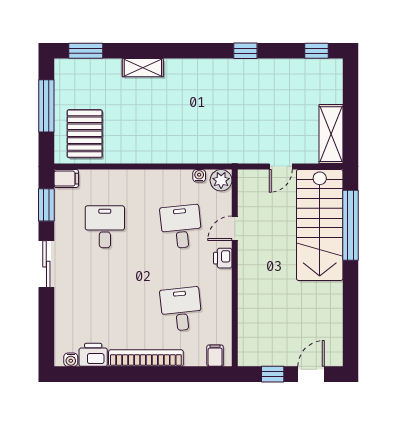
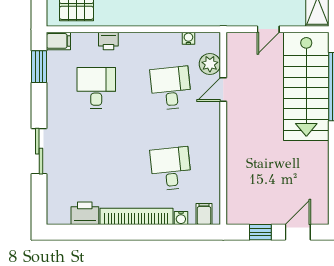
plant: (221, 180) -> (210, 64), moved
printer: (223, 258) -> (108, 41), moved, turned -90
sliding door: (46, 264) -> (39, 151), moved
water cooler: (71, 360) -> (181, 218), moved

